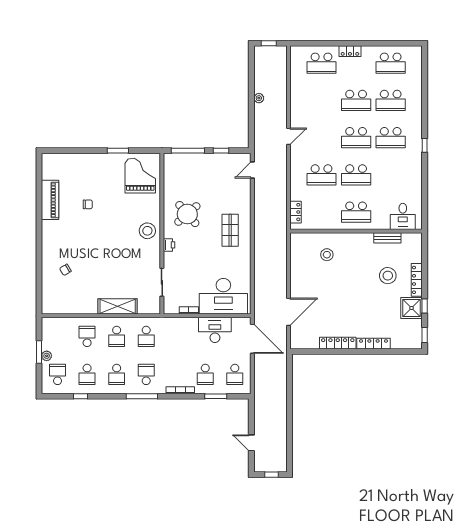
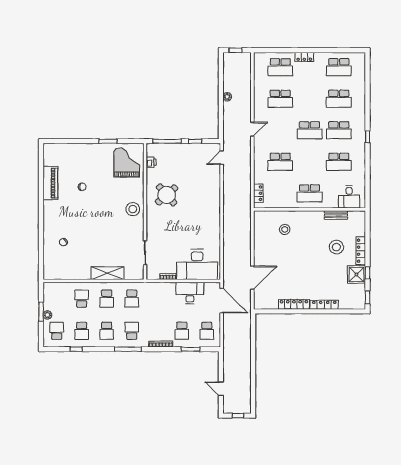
school desk: (356, 100) -> (280, 99), moved
school desk: (356, 175) -> (339, 162), moved
shop shelf: (230, 230) -> (203, 209), removed
printer: (169, 245) -> (151, 162), moved

